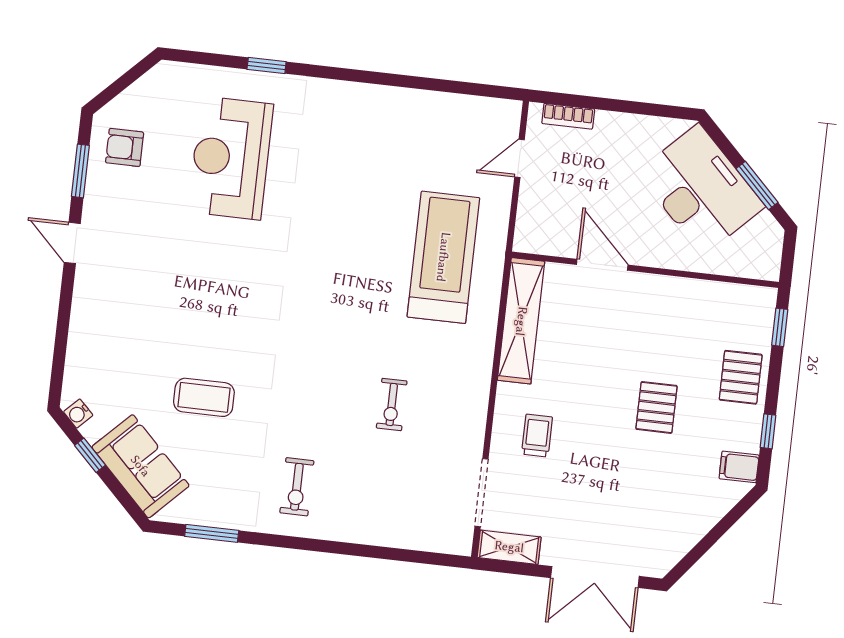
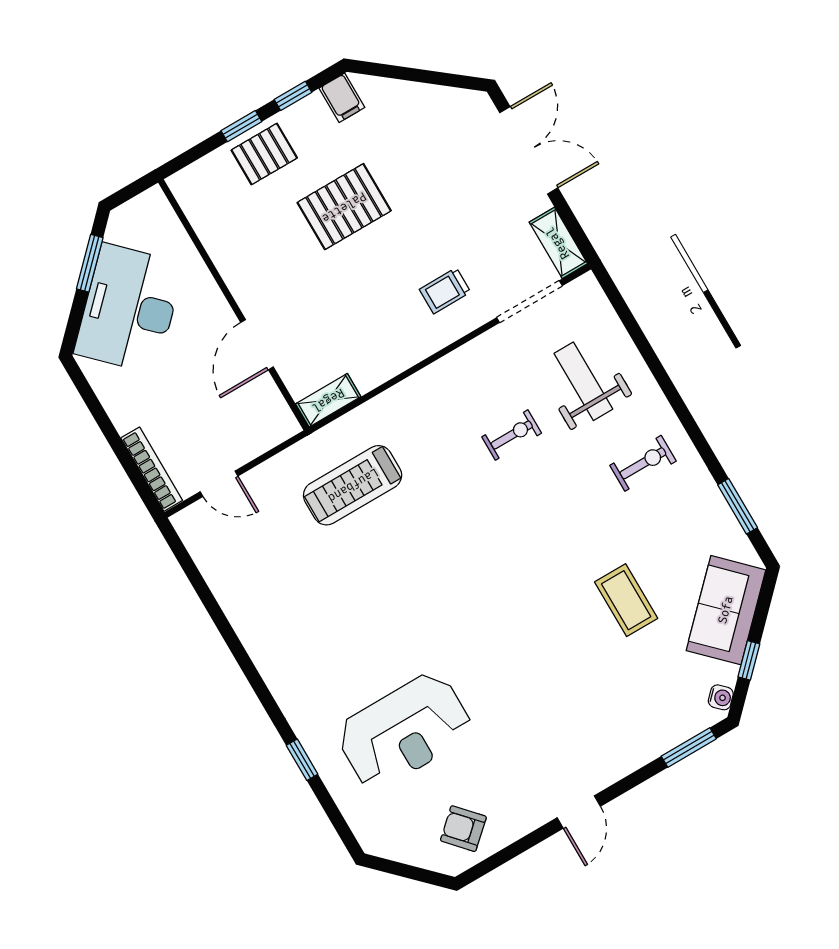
bookcase: (568, 116) -> (152, 469), width x1.56
armchair: (125, 147) -> (463, 829), turned 138
window: (80, 171) -> (689, 747), moved
treadmill: (443, 257) -> (353, 485), width x0.73, depth x0.73
shelving: (521, 321) -> (328, 400), width x0.45, depth x0.75
window: (780, 327) -> (241, 126), moved
pallet: (656, 407) -> (344, 207), width x1.50, depth x1.42
weight bench: (392, 488) -> (583, 381), added

